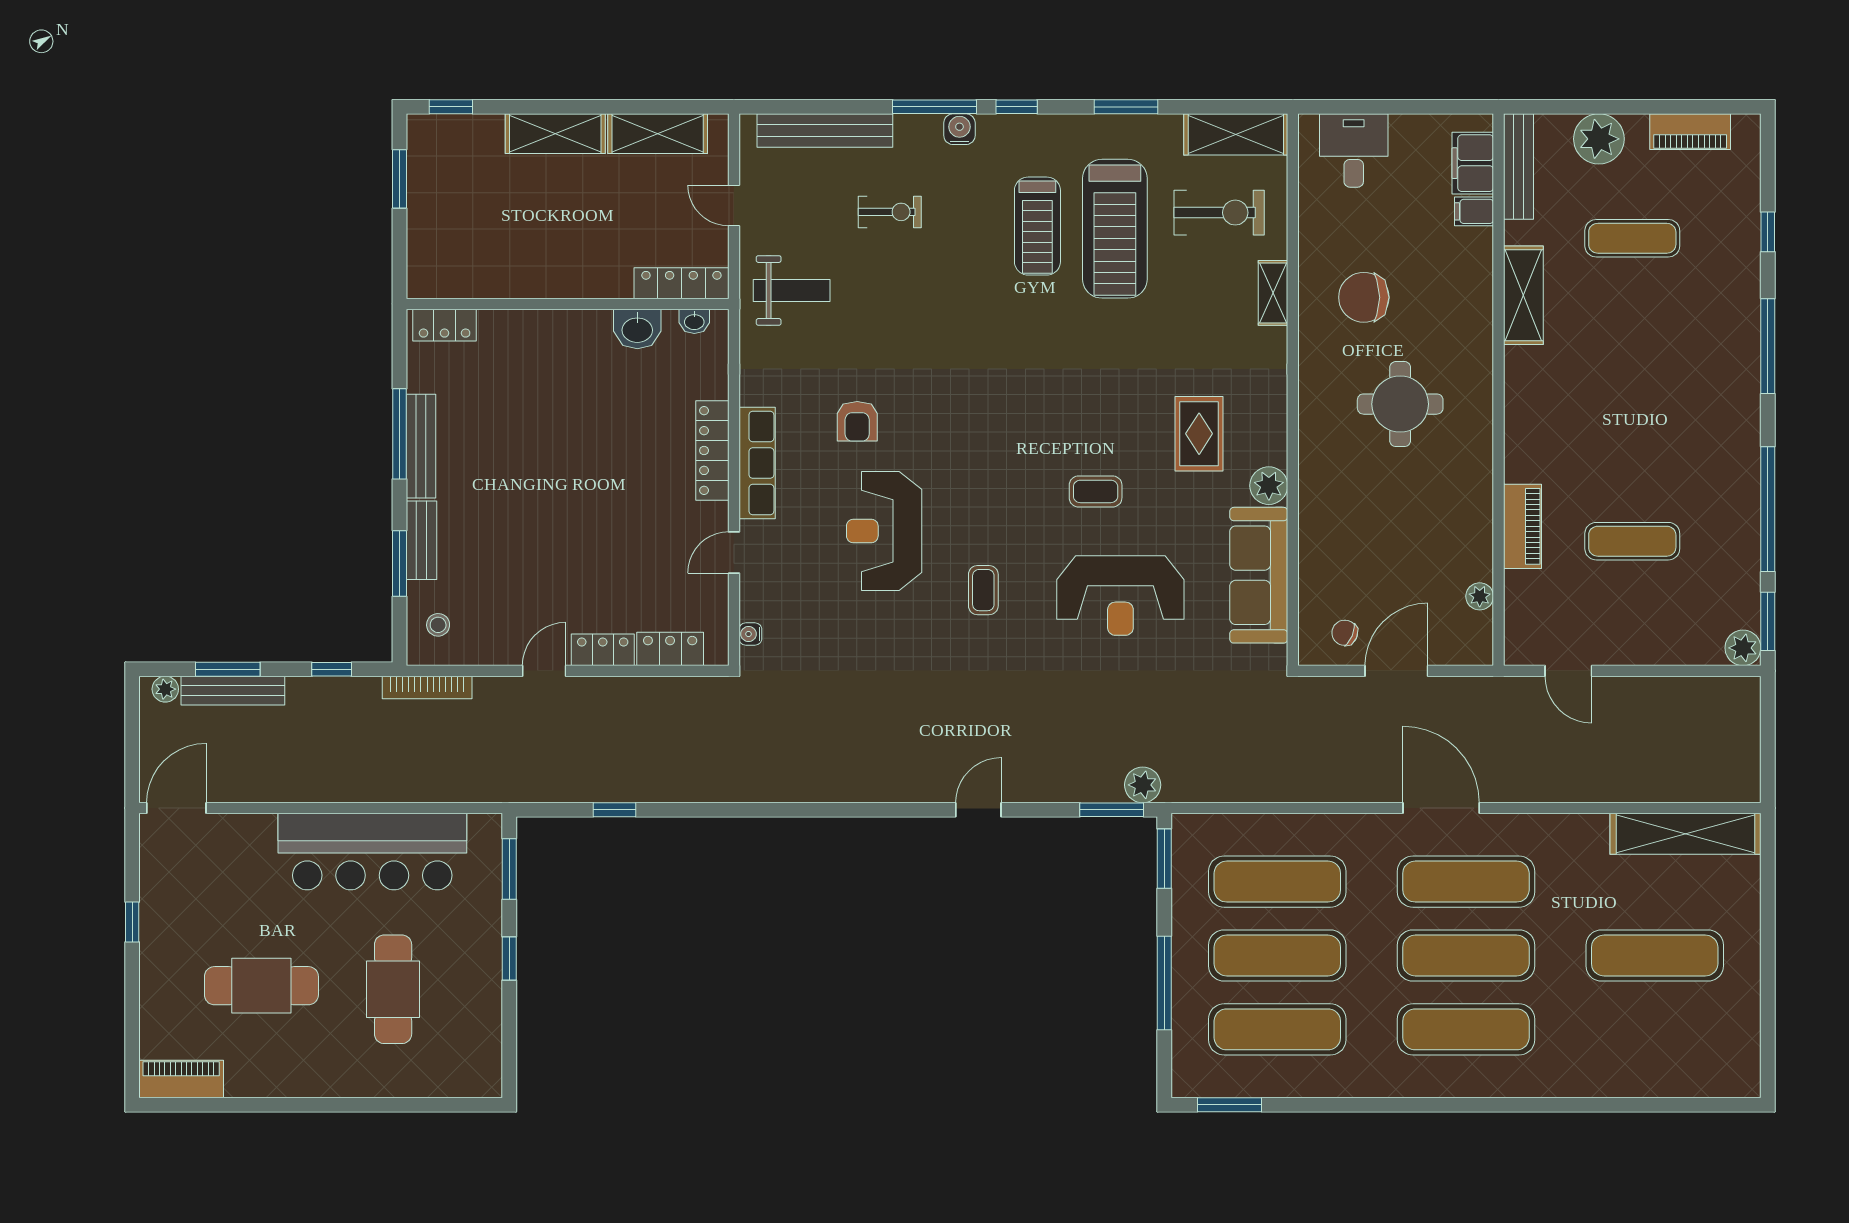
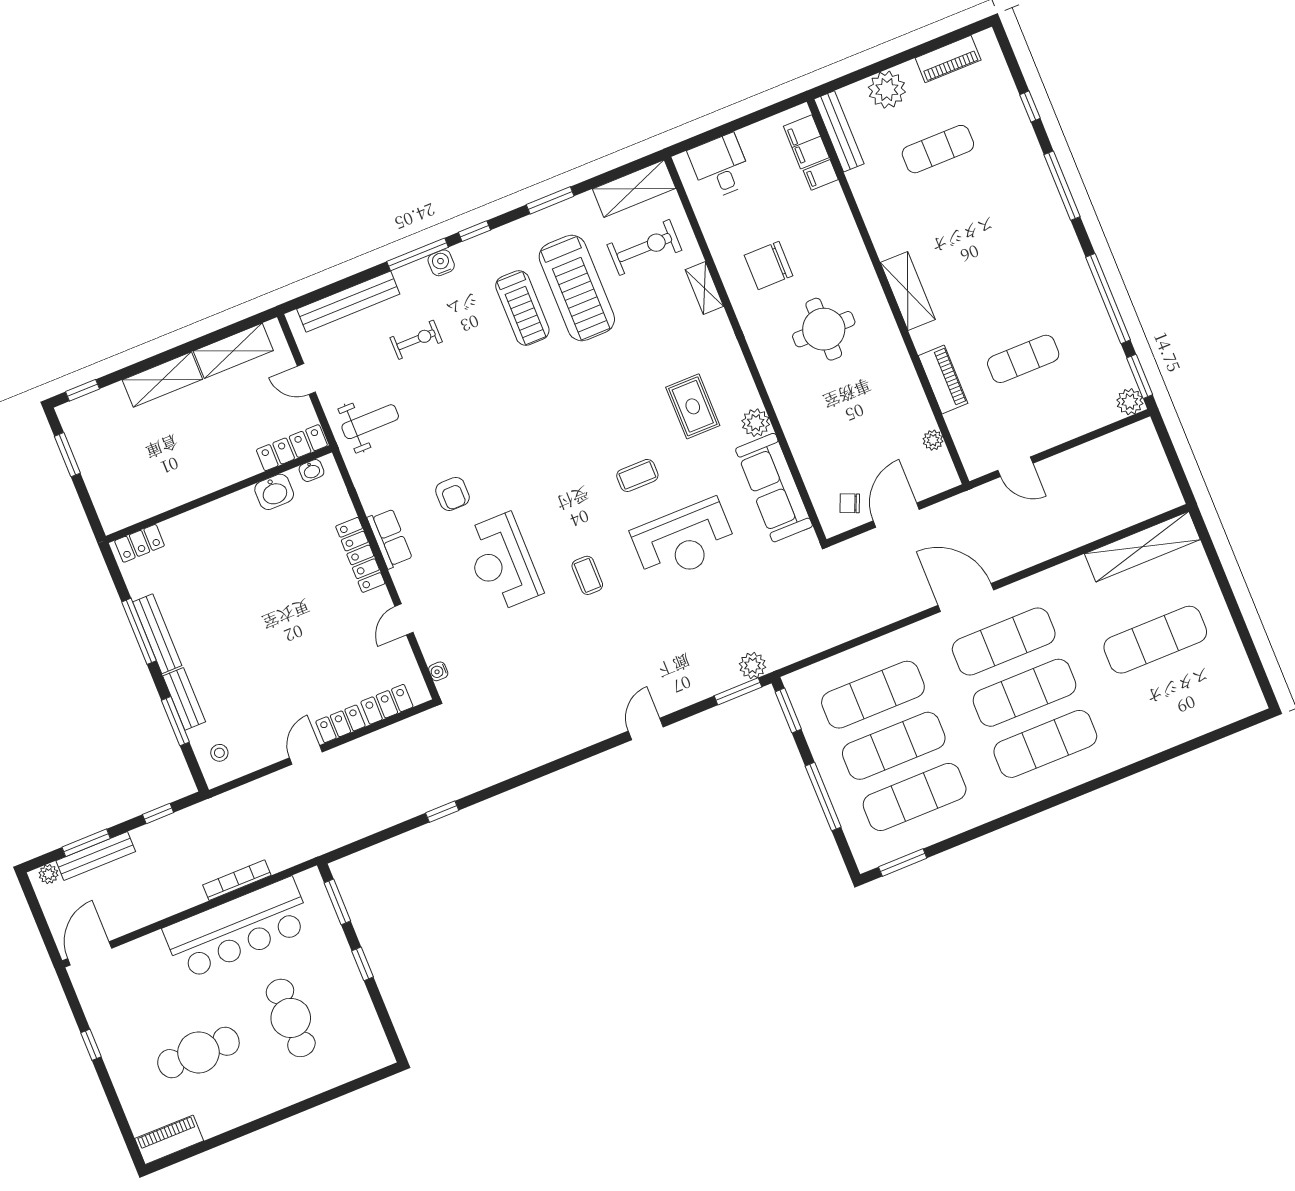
shelving: (1523, 295) -> (908, 291), moved
row of seats: (757, 463) -> (390, 538), width x0.68
bookcase: (427, 687) -> (237, 880), moved, turned 180
window: (614, 810) -> (442, 812), moved

